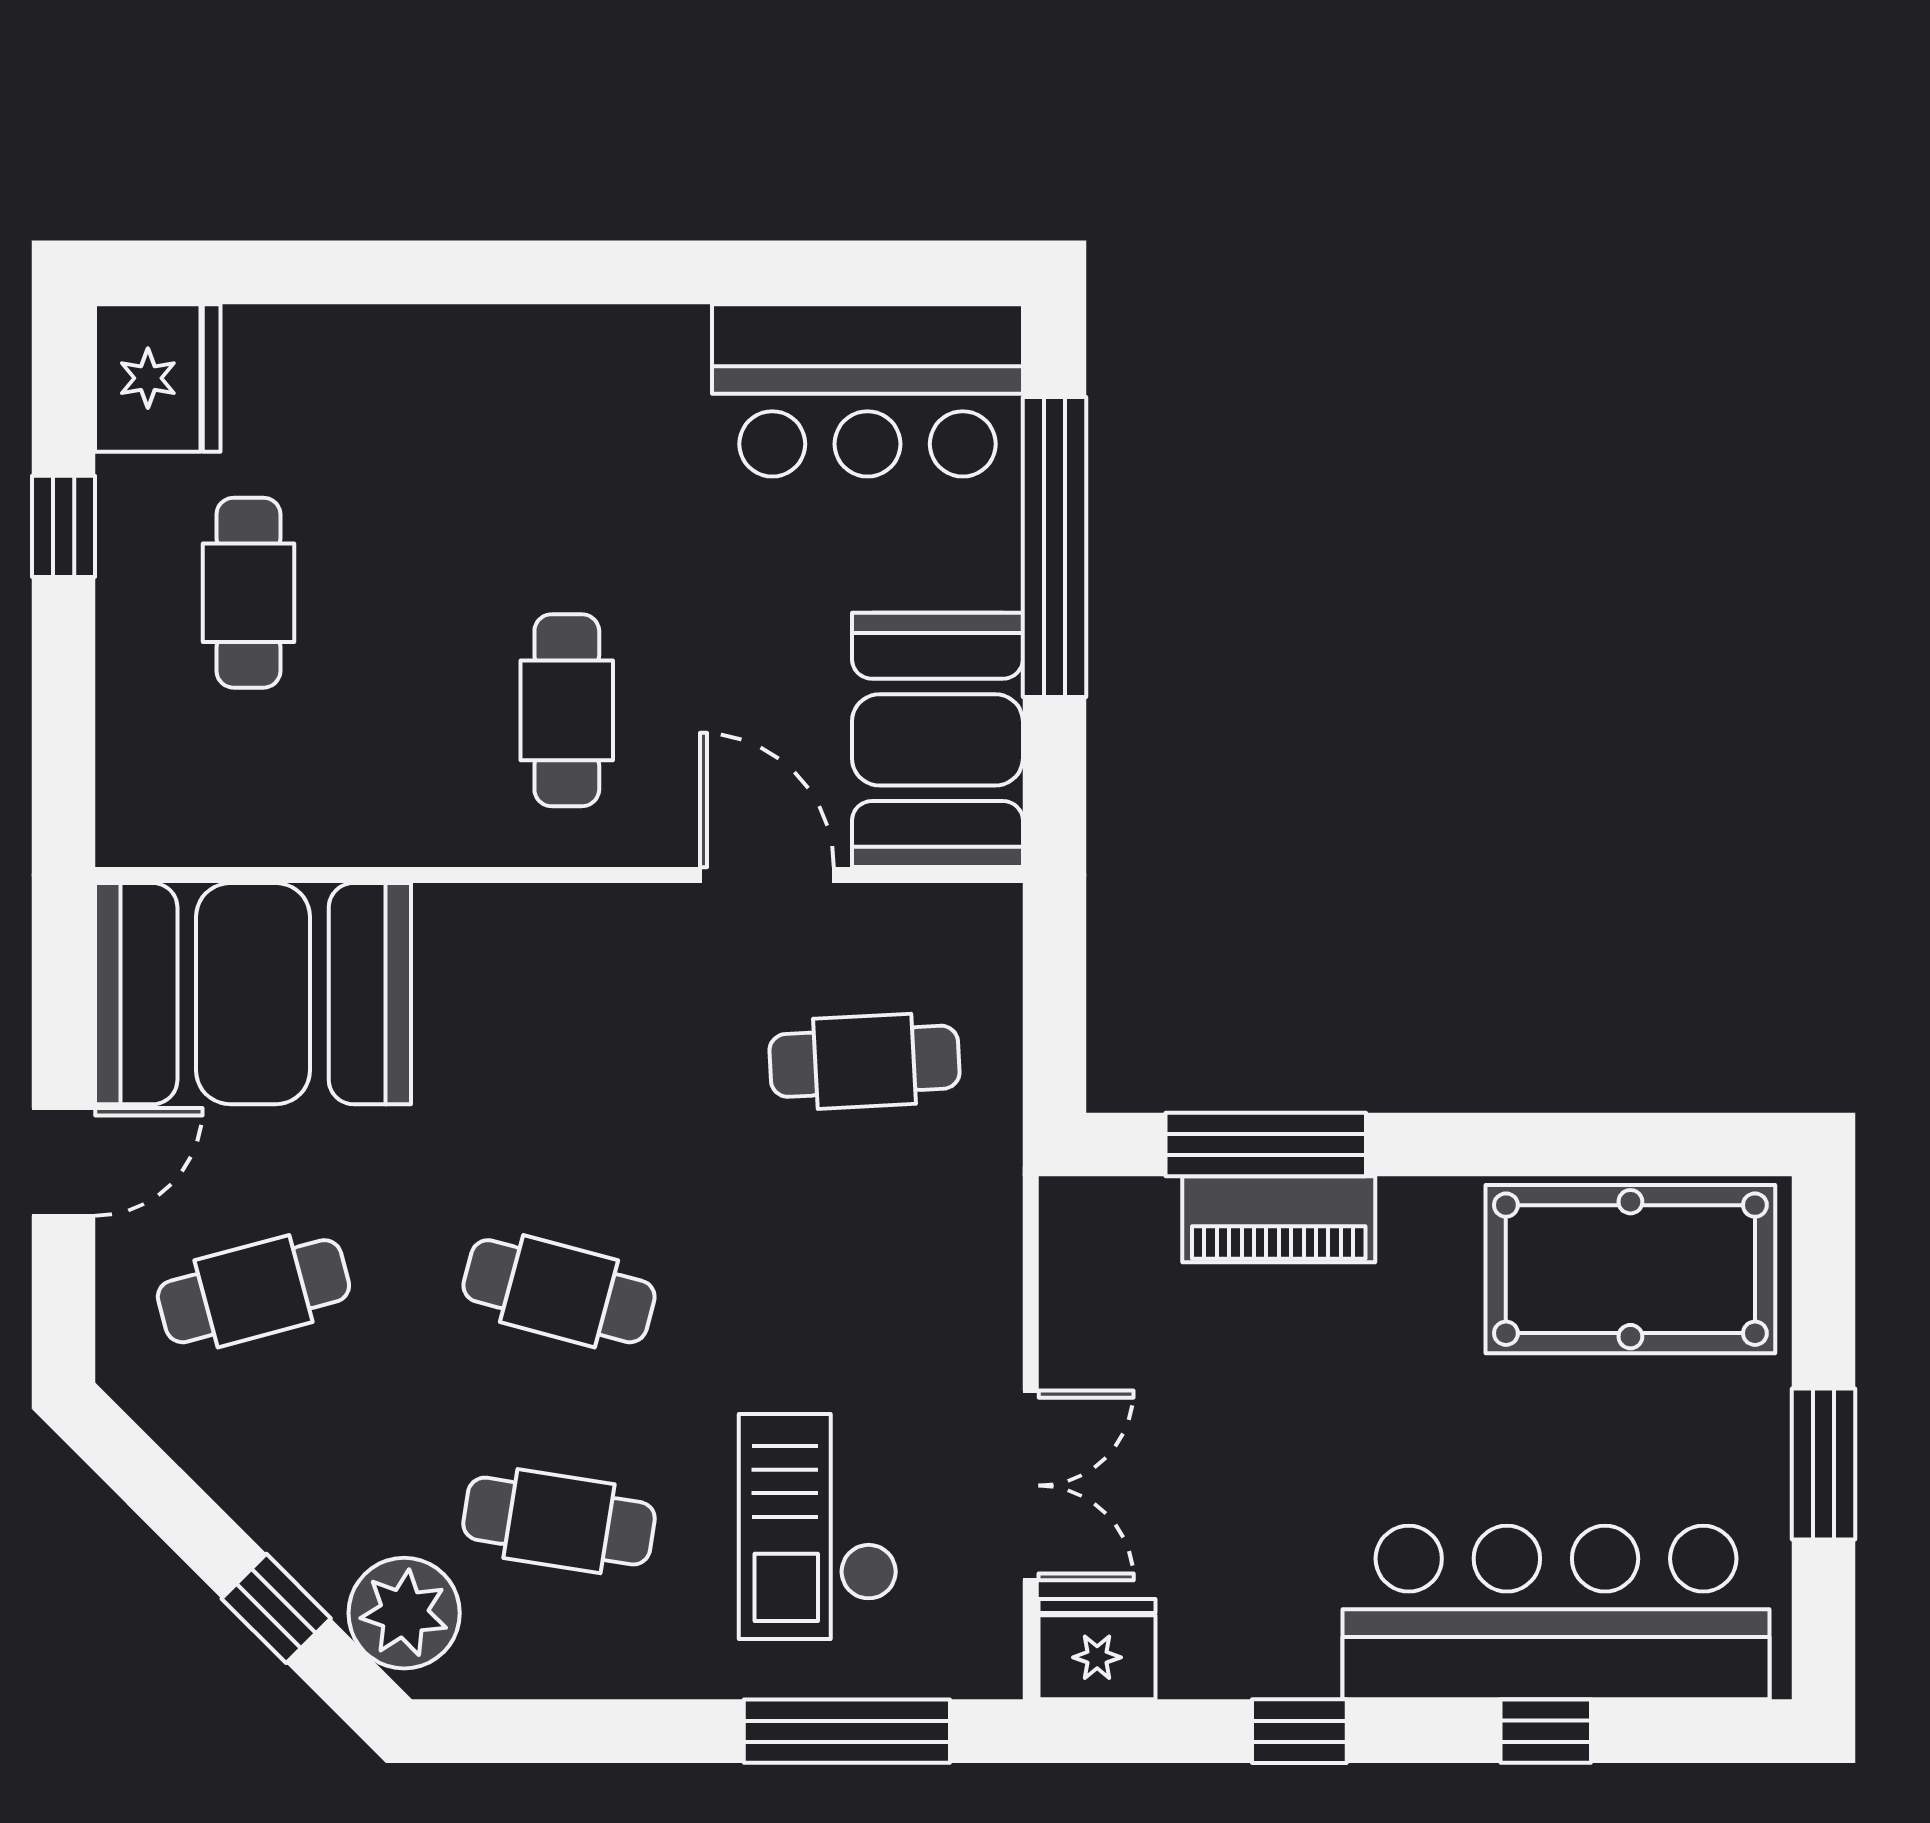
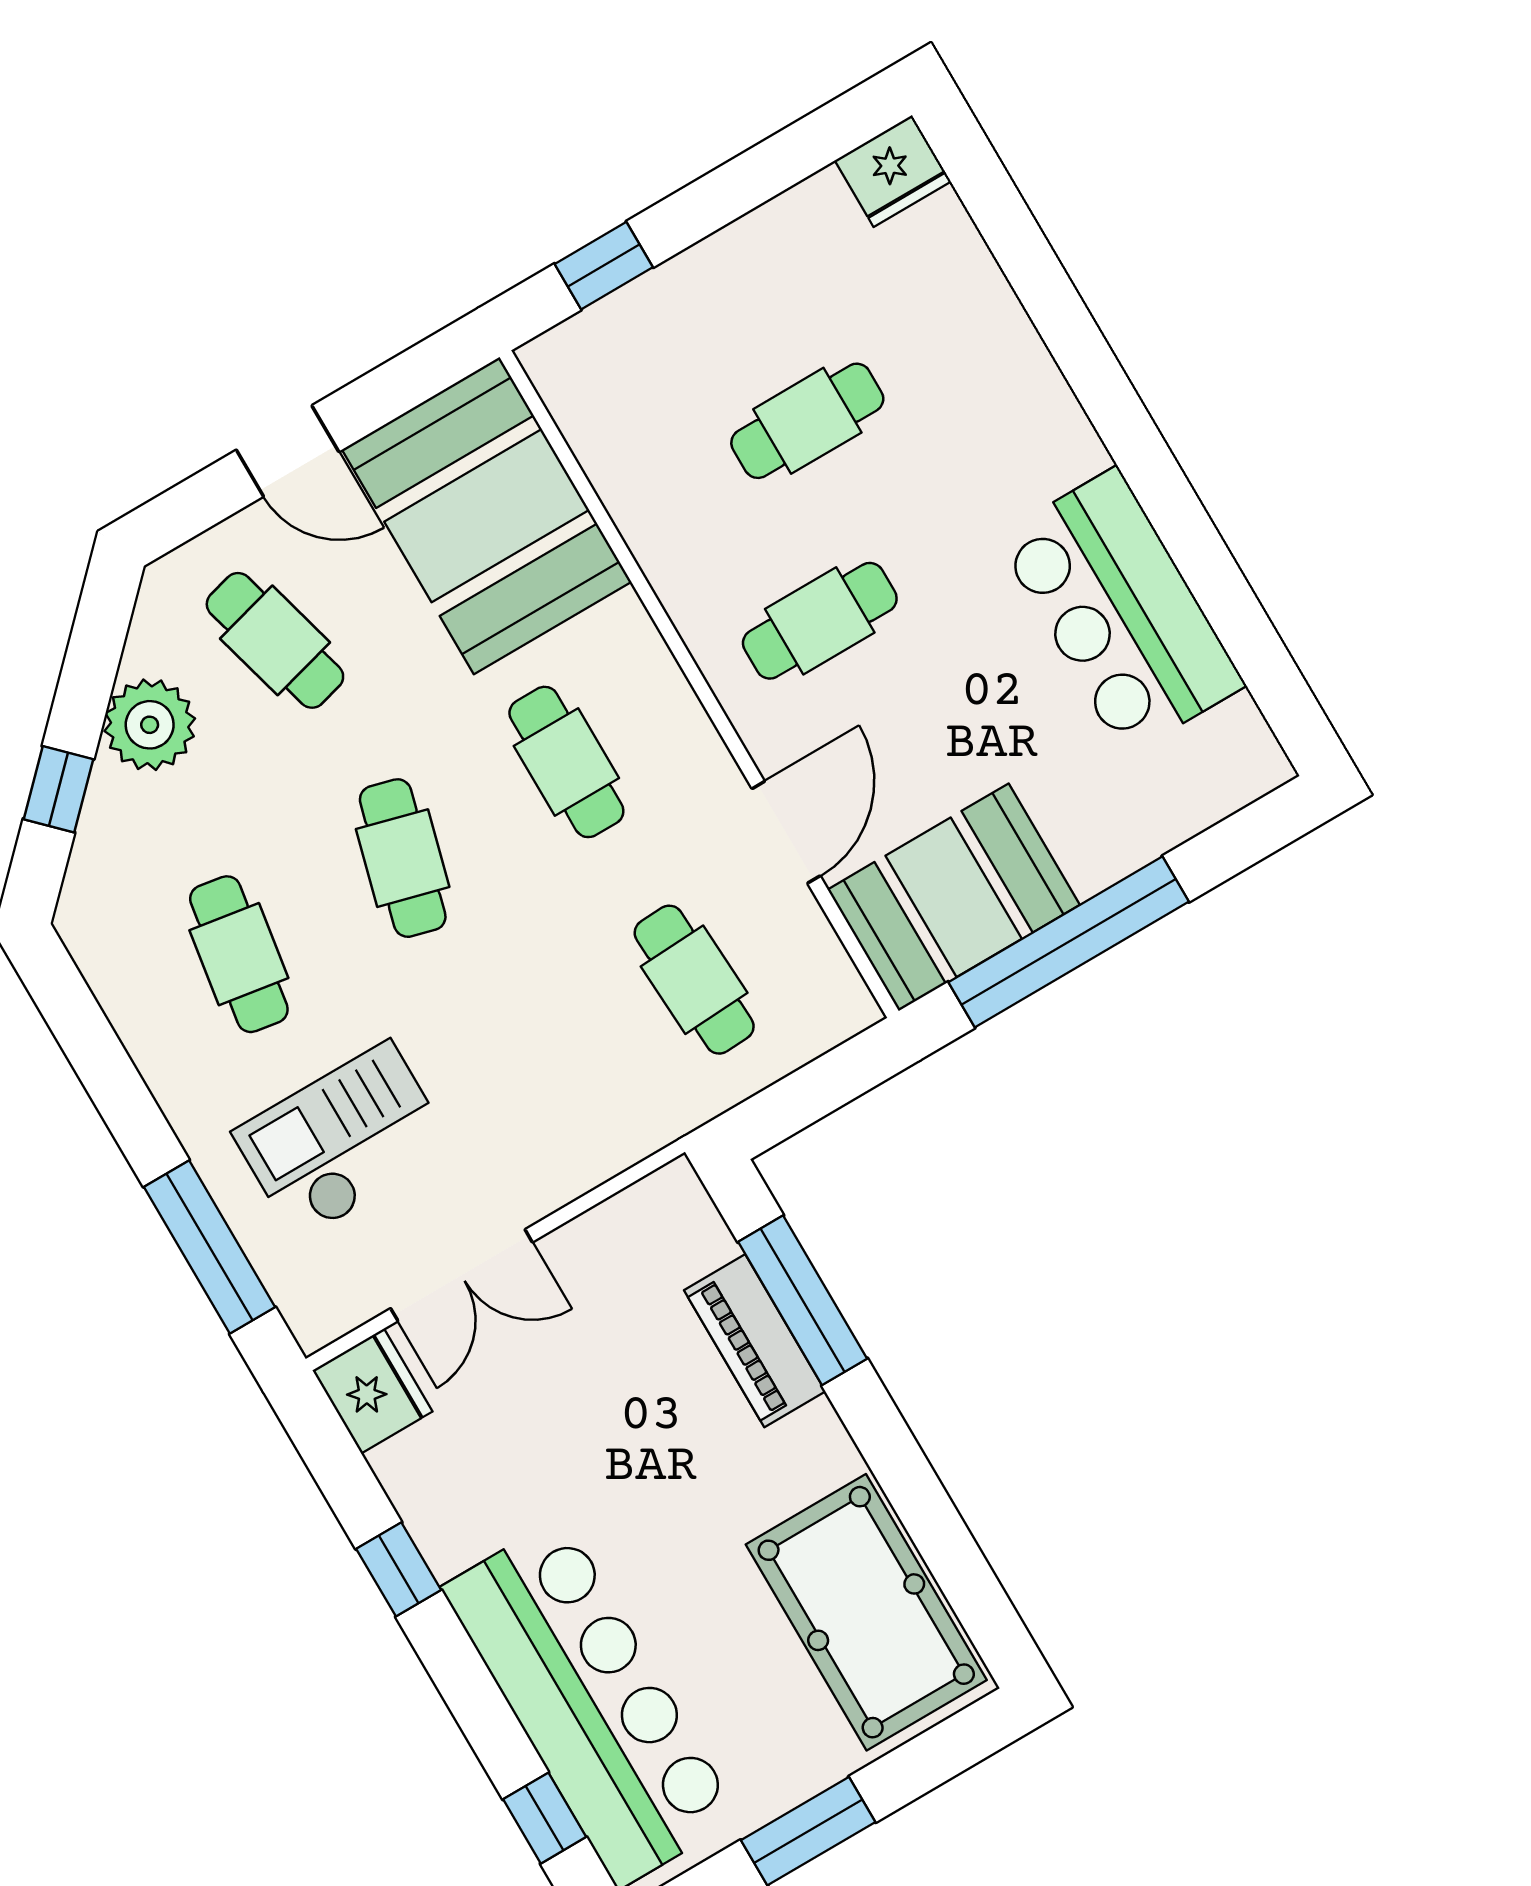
fridge: (158, 378) -> (893, 171), width x0.73, depth x0.75
bar counter: (867, 390) -> (1121, 611), moved
window: (63, 526) -> (604, 266), moved
window: (1054, 547) -> (1069, 942), moved
cafe table: (248, 593) -> (807, 421), moved
cafe table: (559, 1061) -> (566, 762), added
plant: (404, 1613) -> (150, 725), moved
window: (1546, 1731) -> (545, 1818), moved

